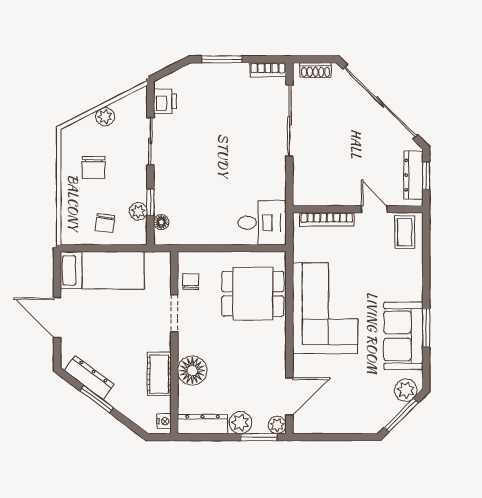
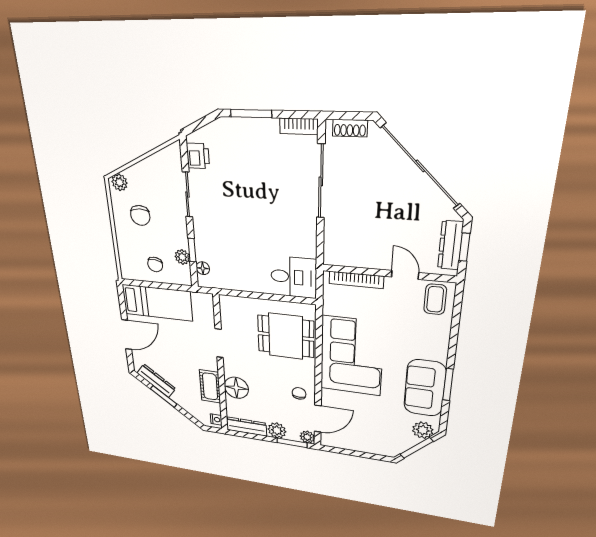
plant: (105, 117) -> (120, 182), moved
chair: (191, 282) -> (299, 393), moved
door: (57, 318) -> (127, 335), swing flipped

